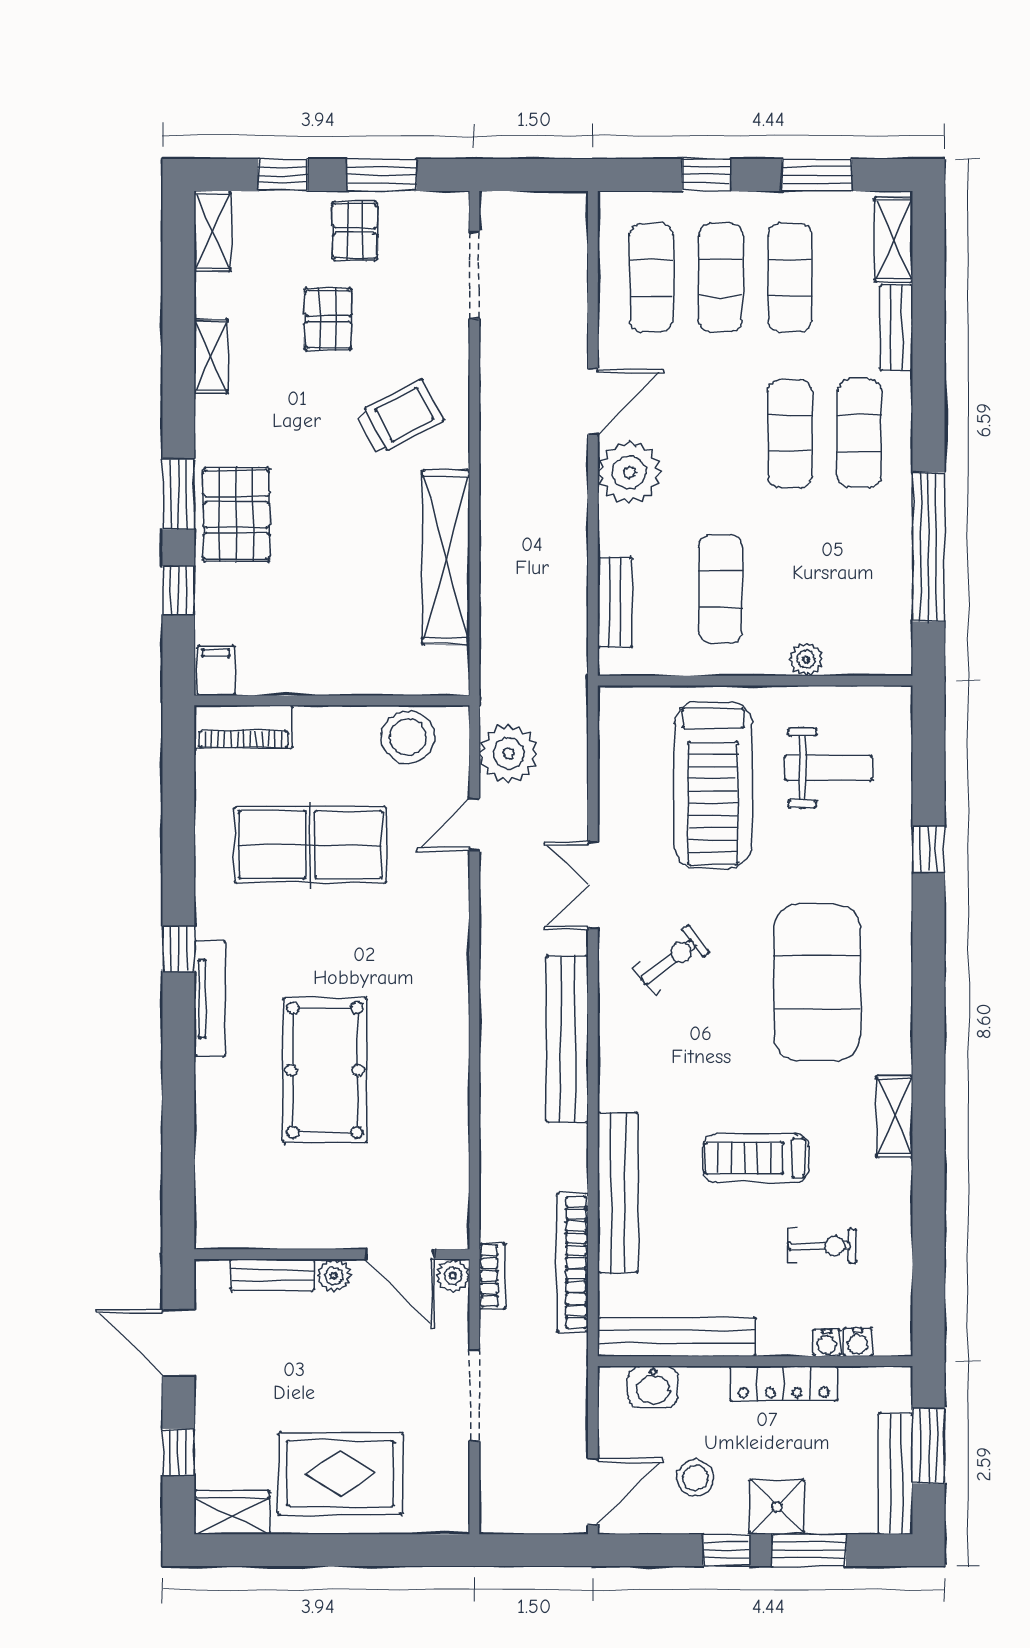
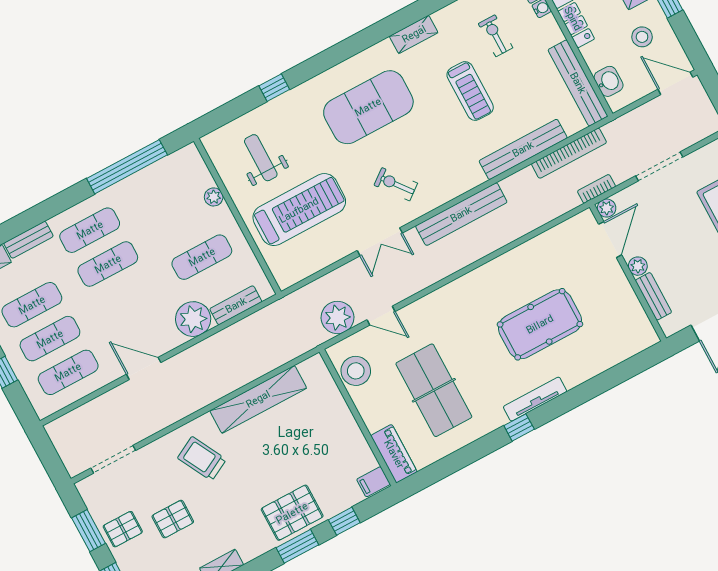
plant: (629, 472) -> (193, 319), moved

